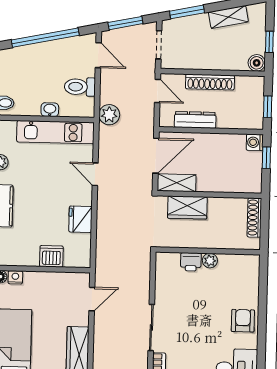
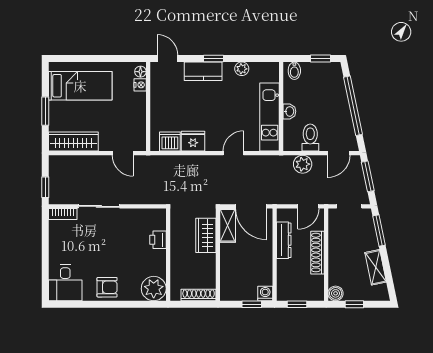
plant: (109, 115) -> (303, 164), moved
dishwasher: (51, 256) -> (170, 142), moved, turned -90
plant: (210, 261) -> (154, 289), moved, width x1.88, depth x1.88

